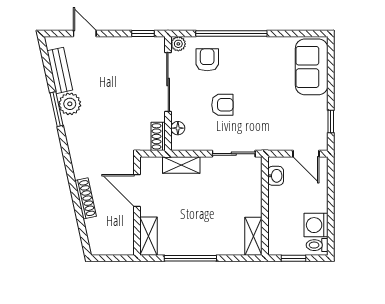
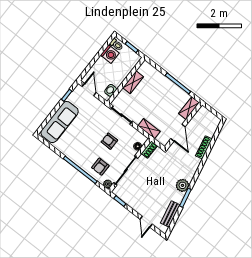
sofa: (312, 67) -> (60, 122), width x1.36
plant: (70, 104) -> (182, 185), moved
shelving: (253, 236) -> (133, 82), moved

